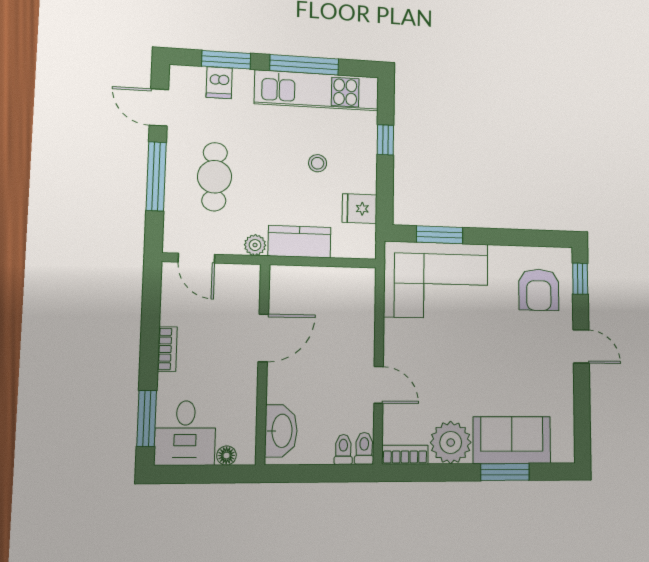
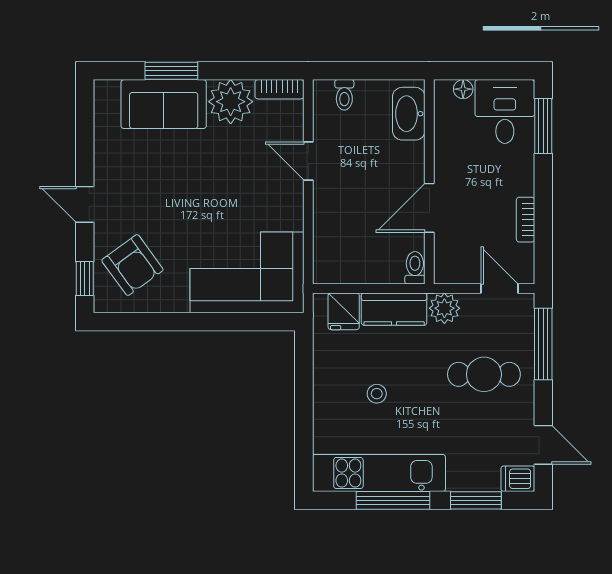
dishwasher: (219, 83) -> (518, 479), moved, turned -90
window: (385, 140) -> (304, 423), removed
window: (156, 176) -> (543, 344), moved
cafe table: (215, 177) -> (484, 374), turned 90
fridge: (360, 209) -> (344, 311), moved, turned 90
window: (440, 235) -> (244, 322), removed
plant: (255, 245) -> (444, 308), width x1.38, depth x1.38
armchair: (539, 290) -> (132, 265), turned 144
bookcase: (167, 349) -> (525, 220), moved
toilet: (364, 448) -> (415, 268), moved, turned 180

